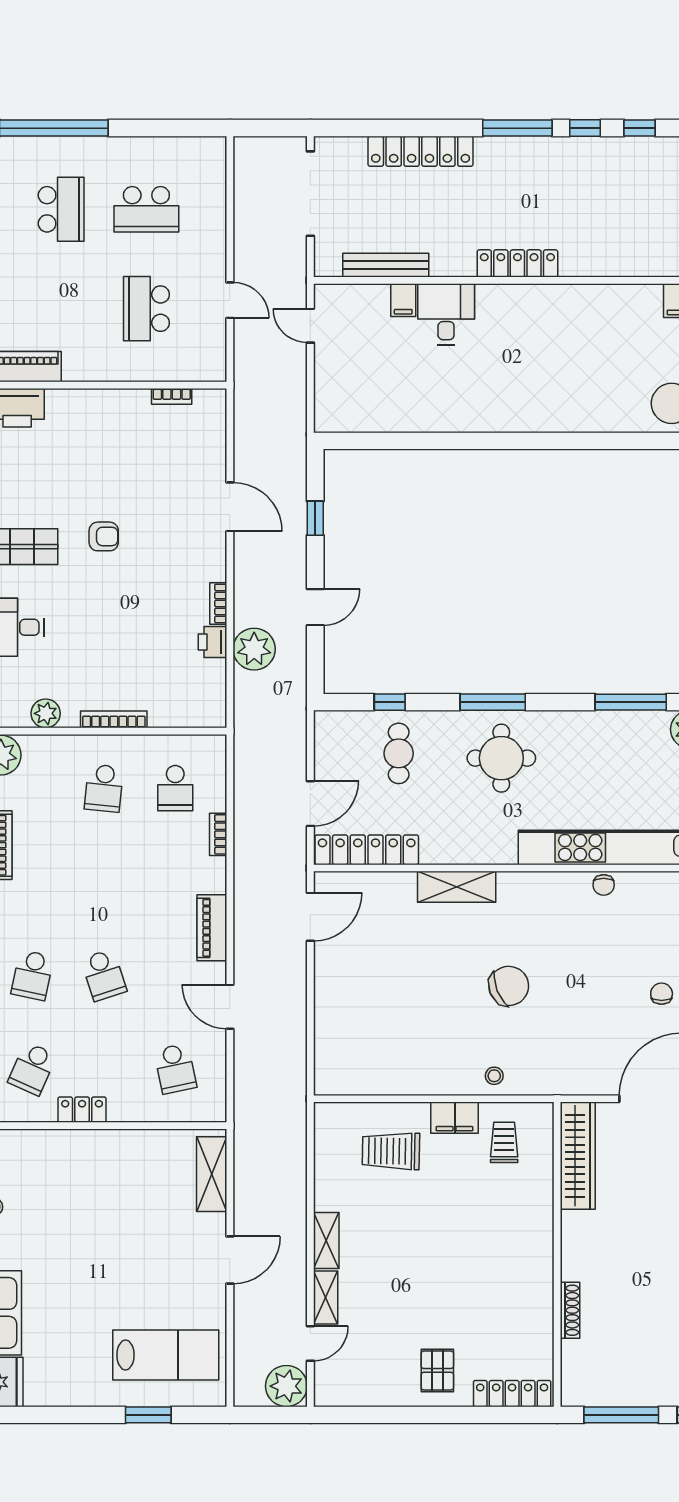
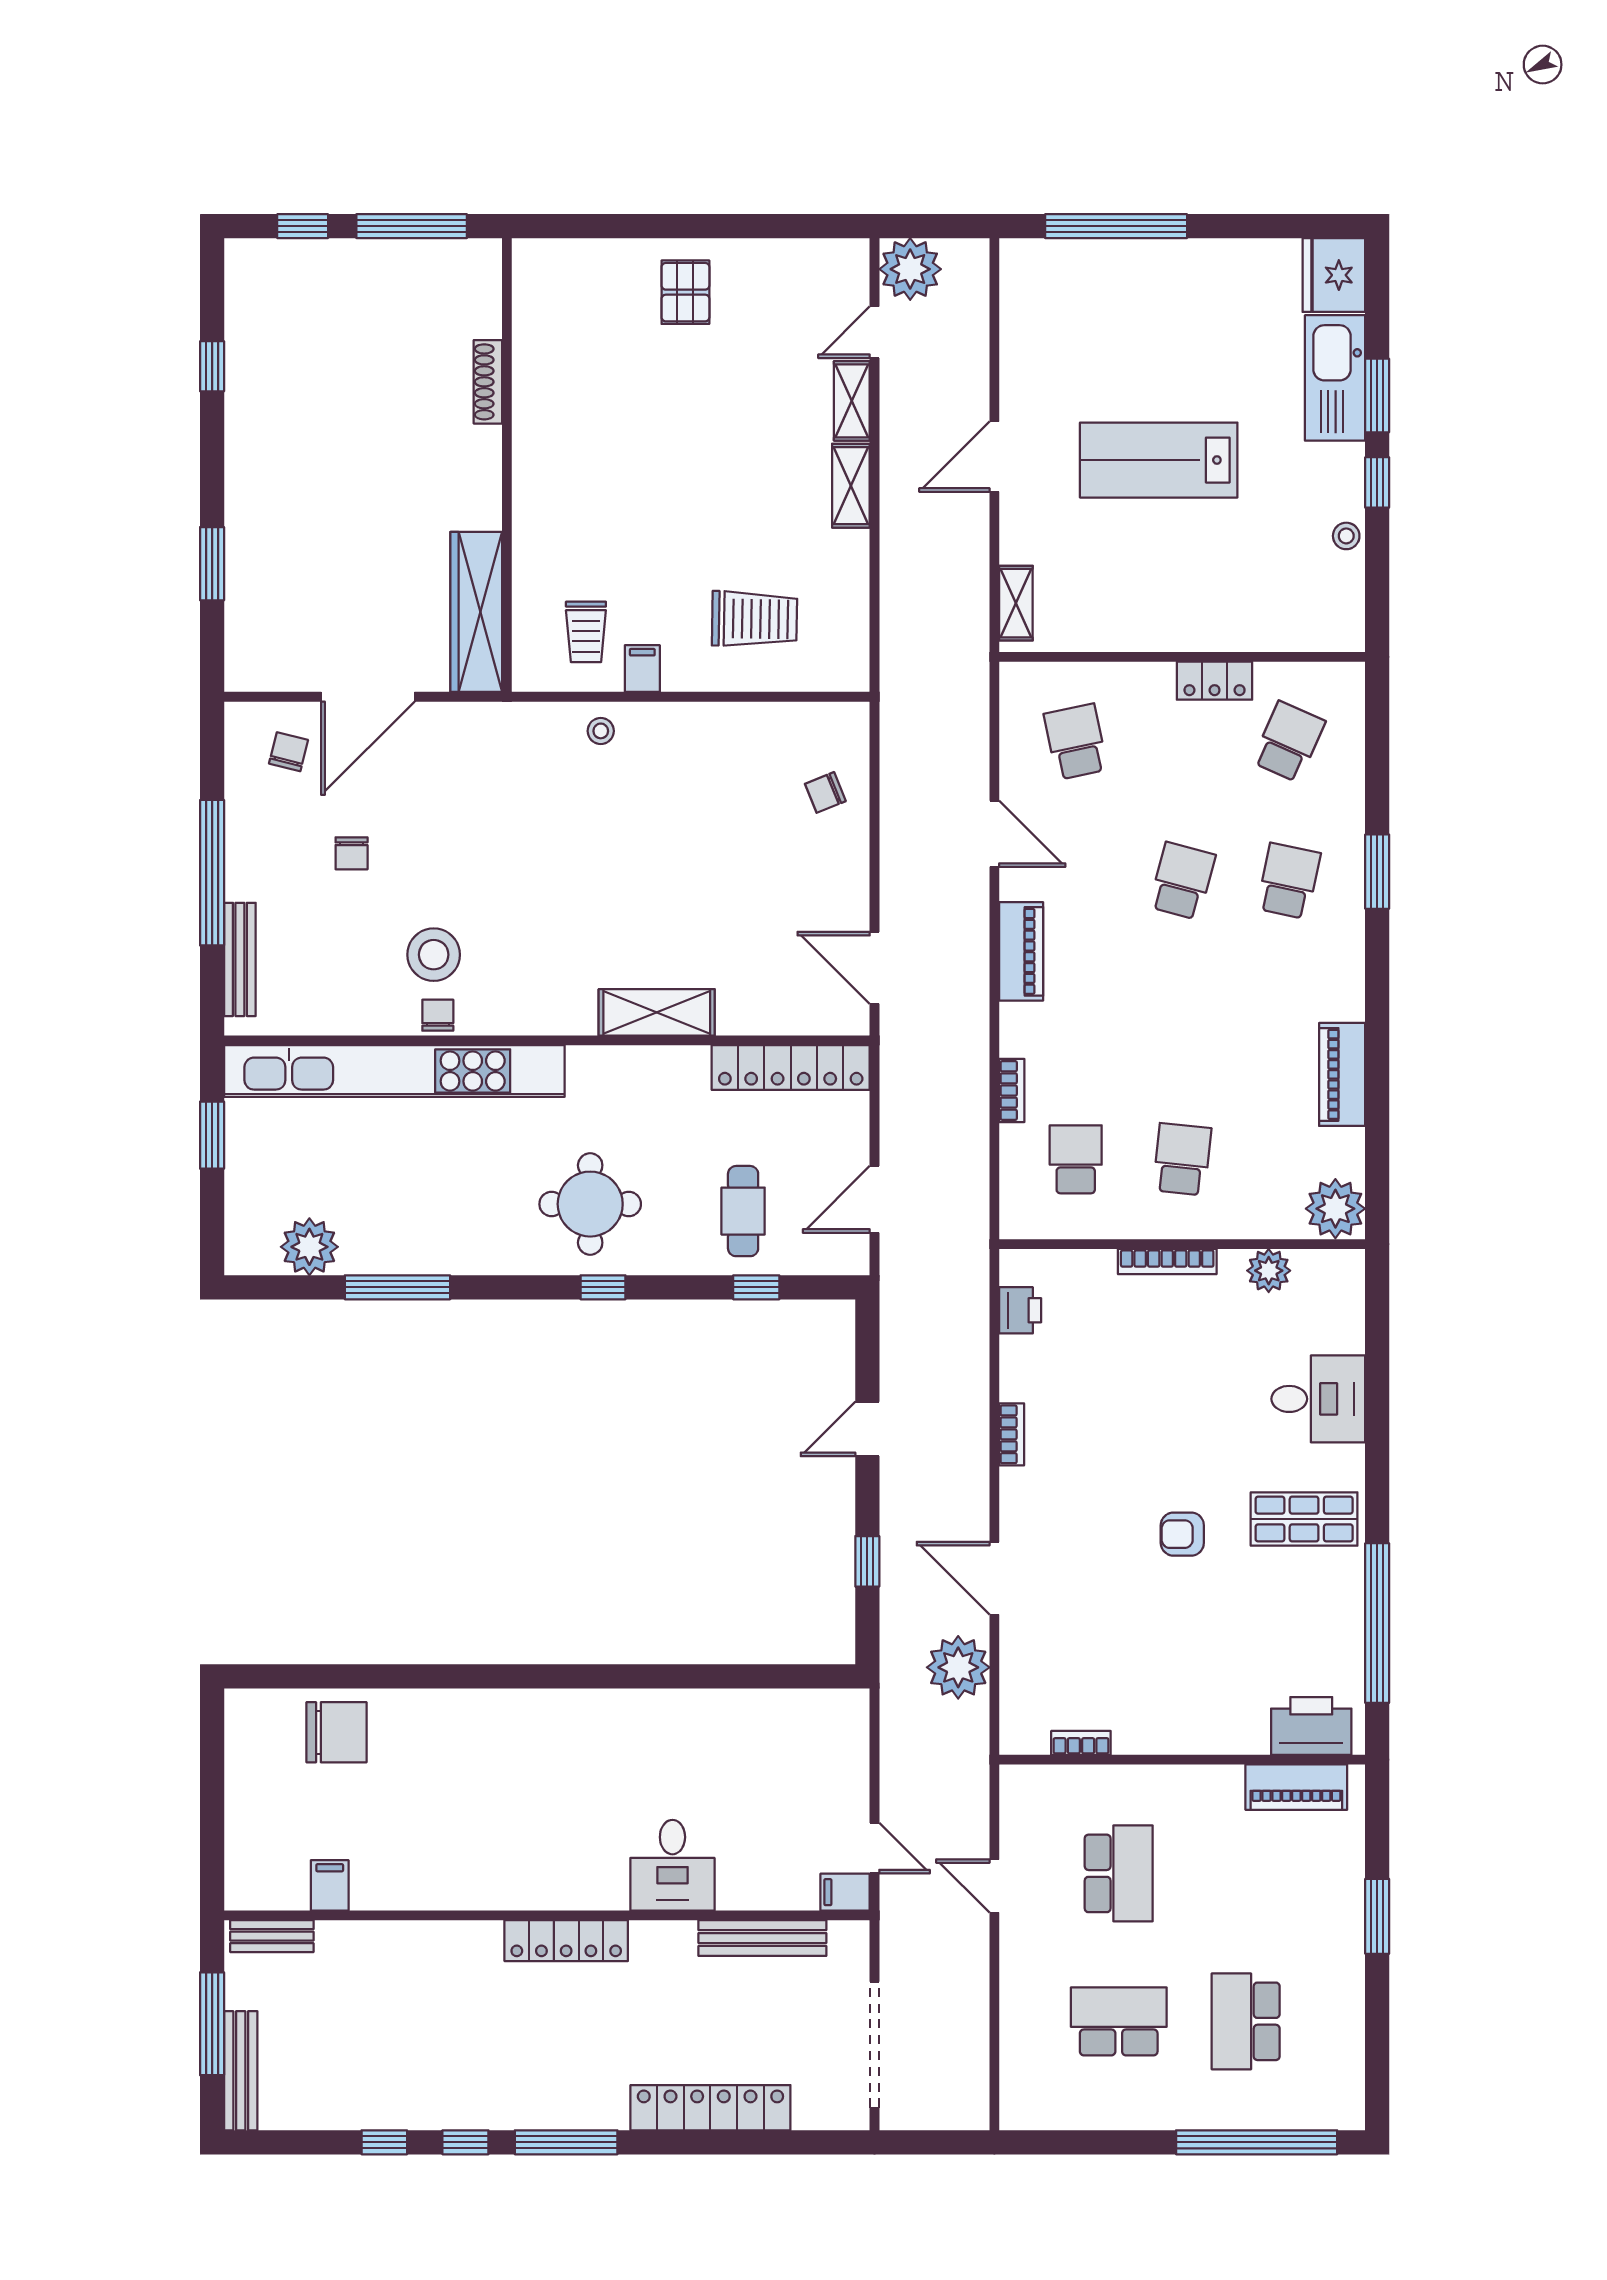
filing cabinet: (403, 300) -> (845, 1892), moved, turned -90
printer: (213, 642) -> (1020, 1310), moved
plant: (254, 649) -> (958, 1667), moved
window: (493, 702) -> (603, 1287), width x0.46
door: (310, 804) -> (874, 1199), moved
door: (310, 917) -> (874, 968), hinge flipped
stool: (606, 926) -> (434, 955), added
school desk: (104, 975) -> (1182, 881), turned 33
chair: (509, 986) -> (825, 792), moved, width x0.54, depth x0.54
filing cabinet: (455, 1118) -> (642, 669), width x0.50
shelving: (212, 1174) -> (1016, 603), width x0.67, depth x0.75
lab bench: (166, 1355) -> (1159, 460), moved
locker: (512, 1394) -> (574, 258), removed
window: (148, 1415) -> (1116, 226), width x2.11

